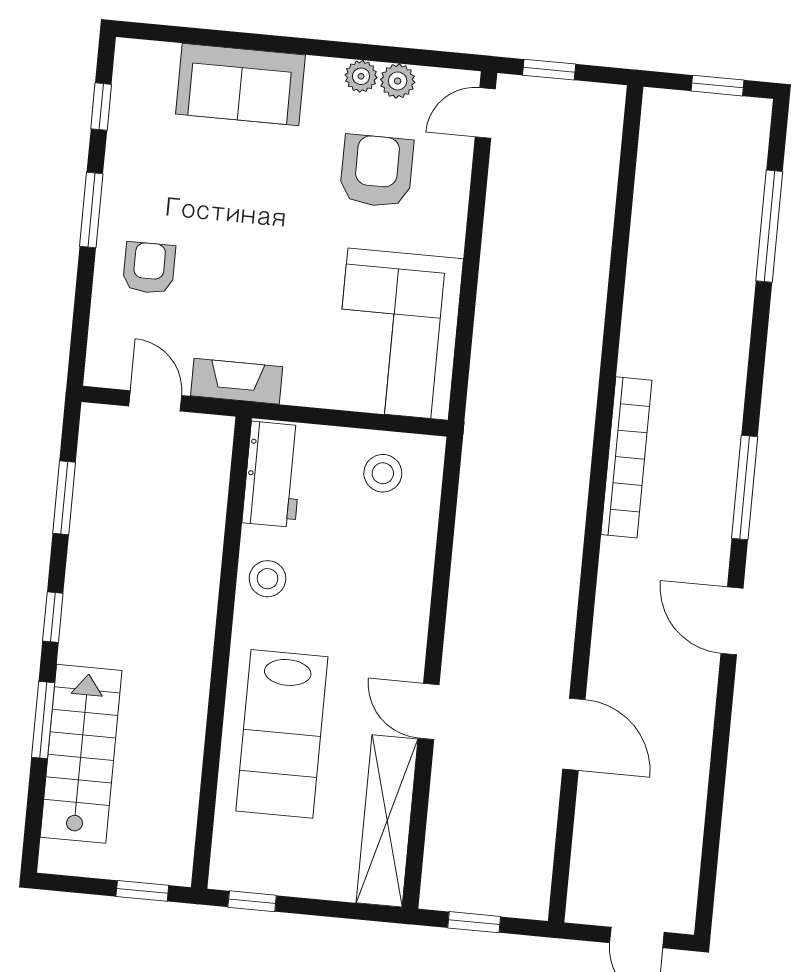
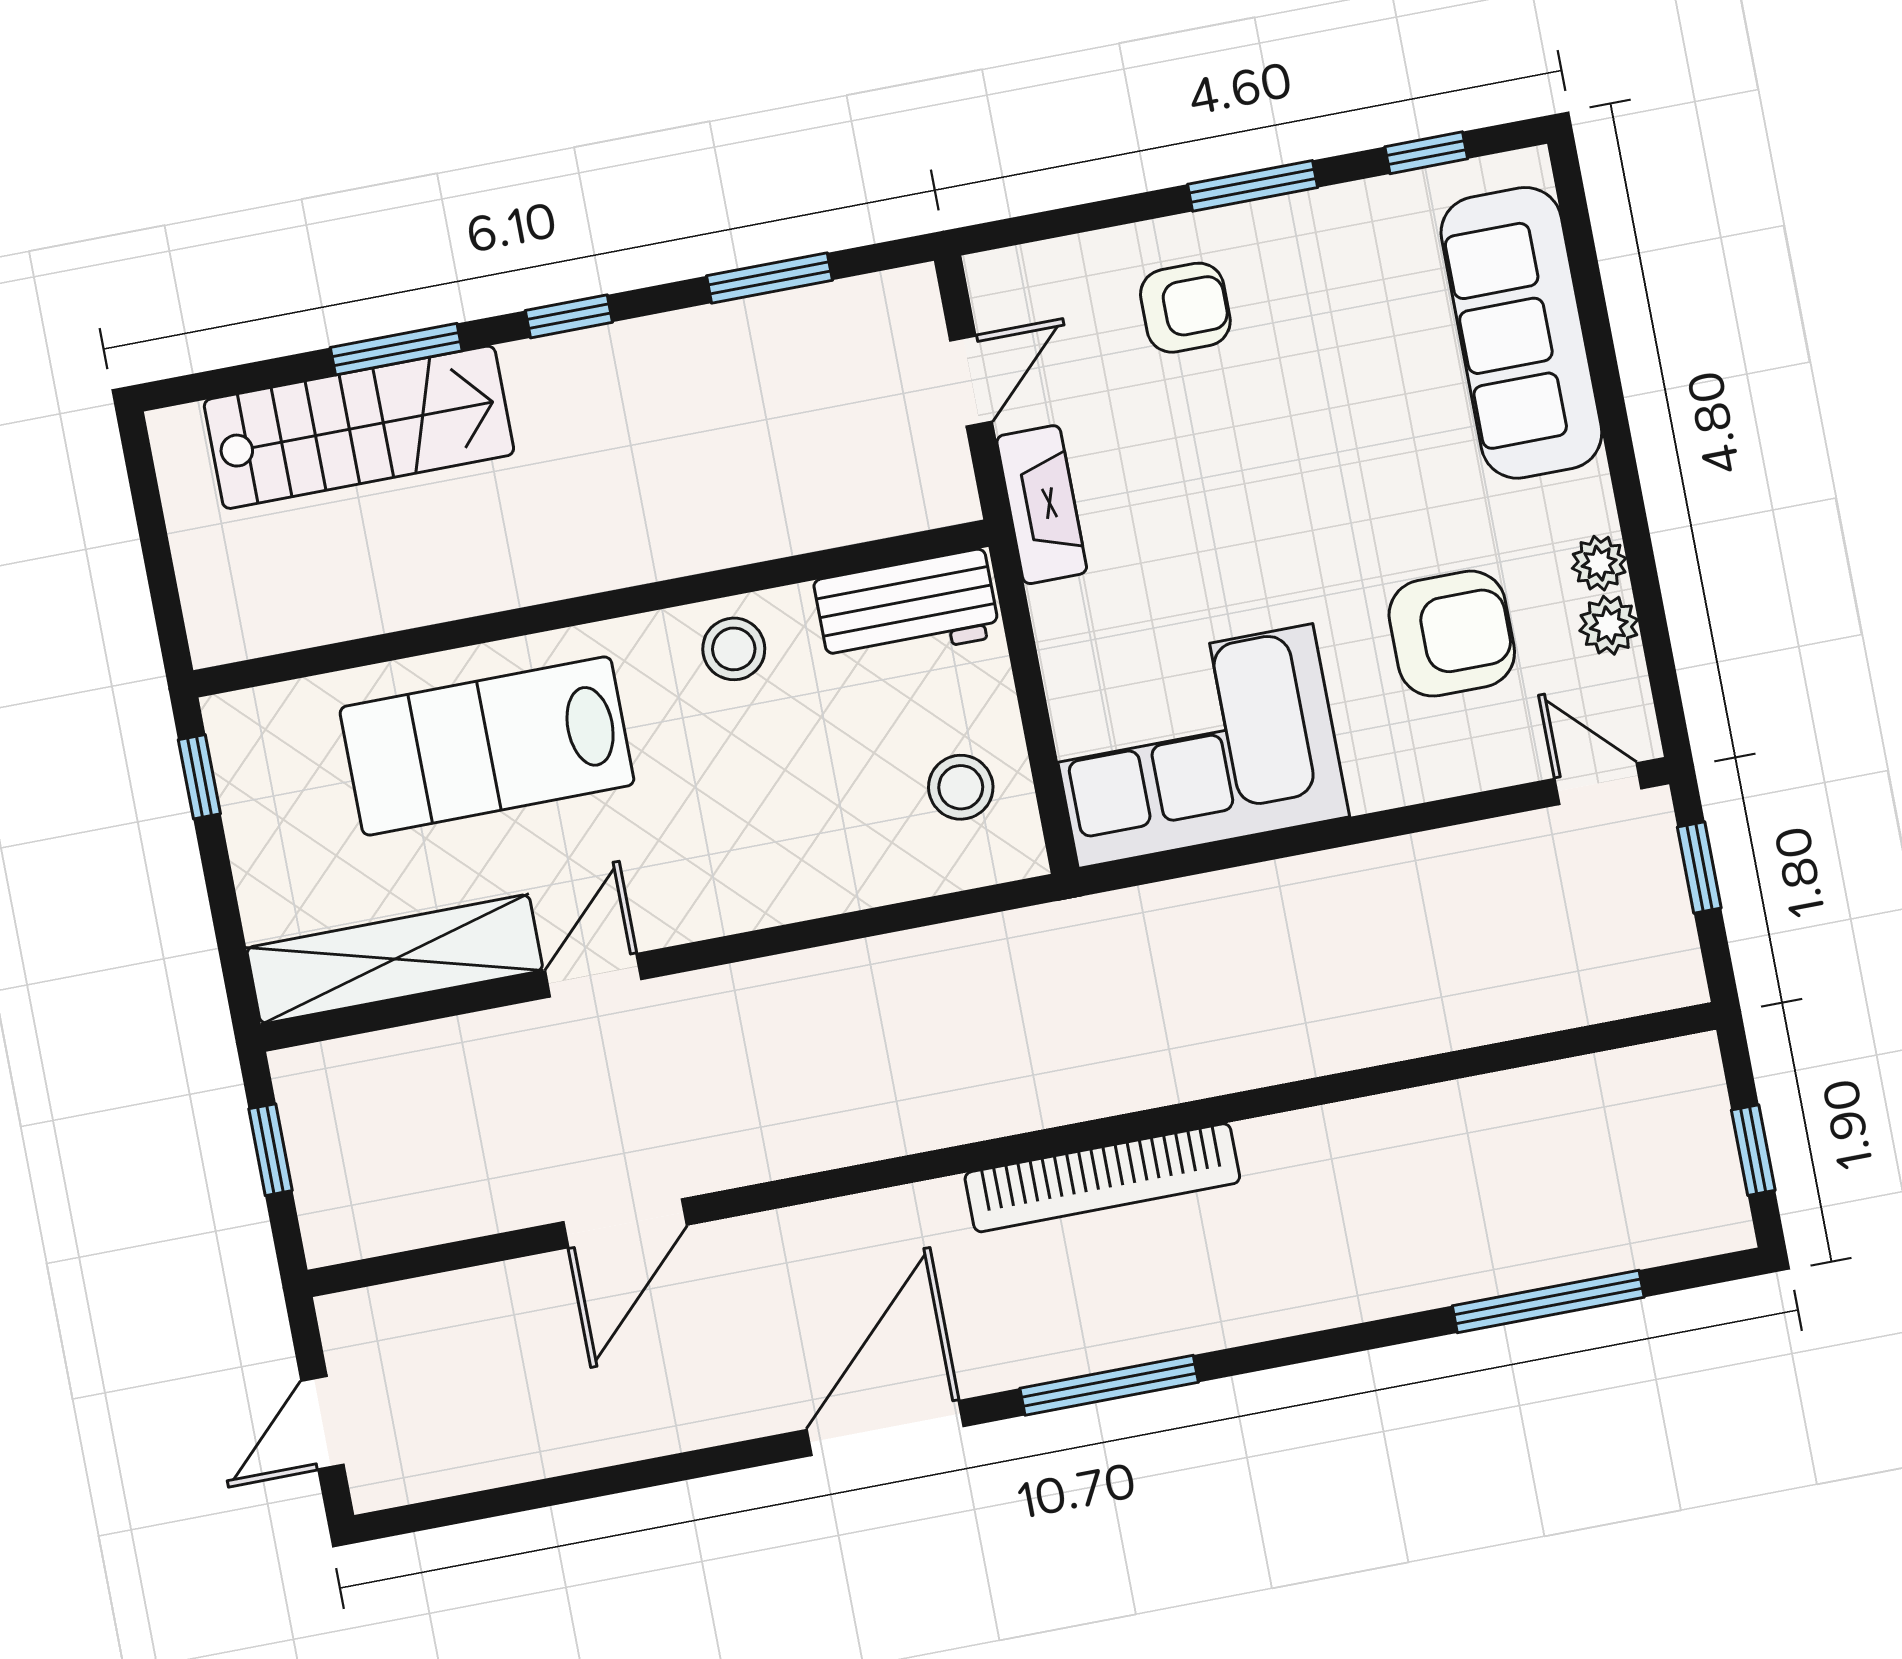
sofa: (240, 84) -> (1521, 333), width x1.36
door: (732, 621) -> (885, 1428), width x1.36
window: (142, 891) -> (164, 593), removed

